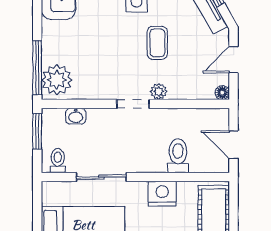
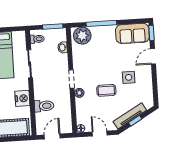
window: (37, 68) -> (101, 23), moved

